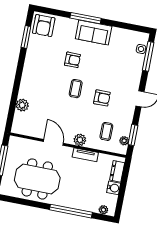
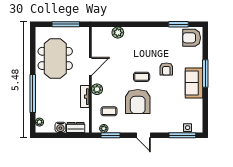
armchair: (102, 98) -> (138, 102), width x1.88, depth x1.88

